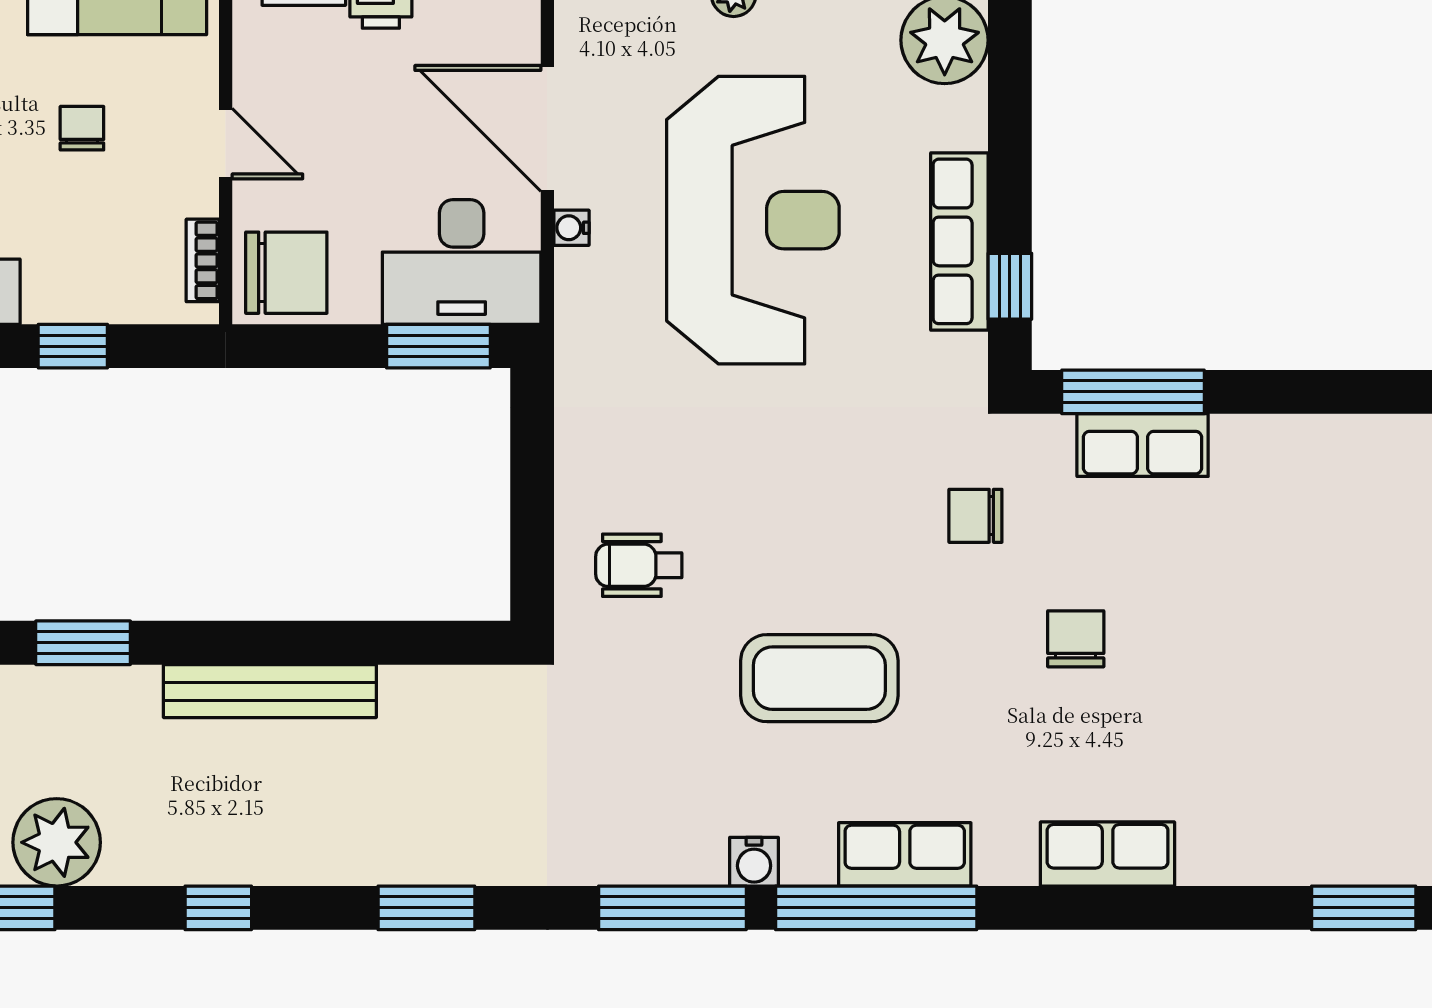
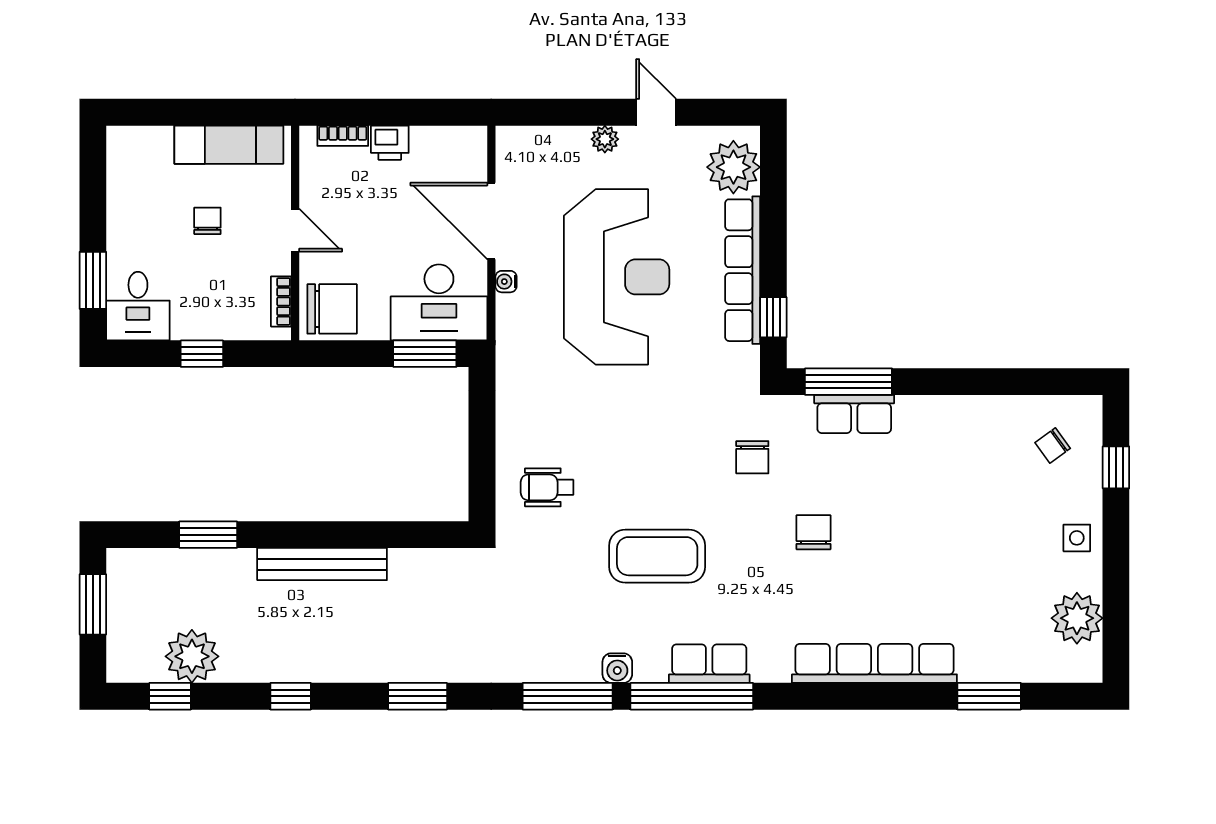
row of seats: (959, 241) -> (743, 270), width x1.36
chair: (975, 516) -> (752, 457), turned -90
row of seats: (1108, 854) -> (874, 663), width x2.02

